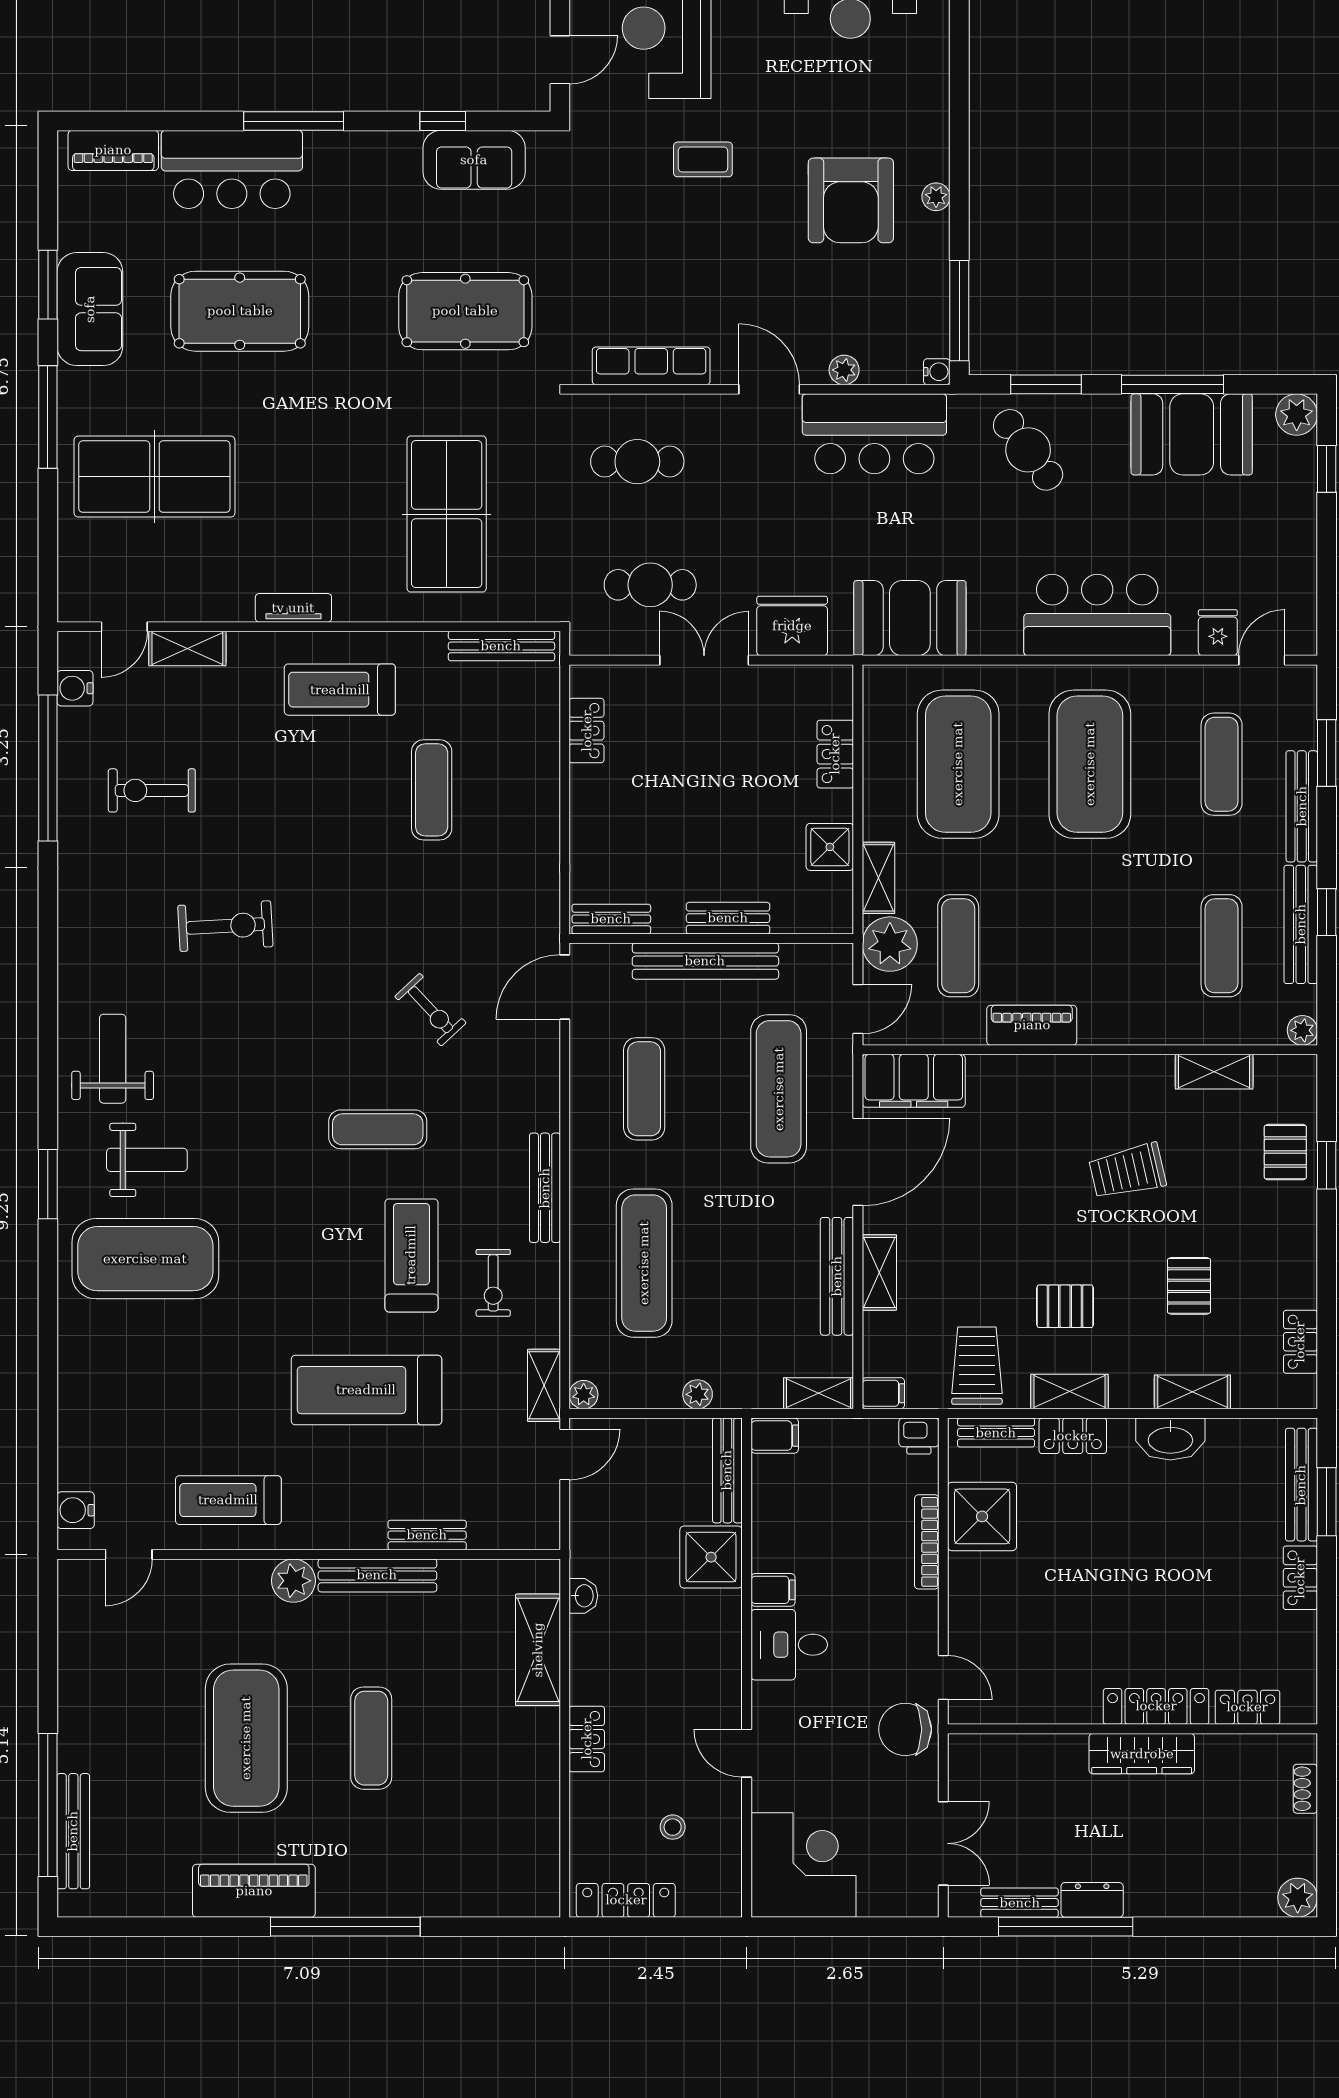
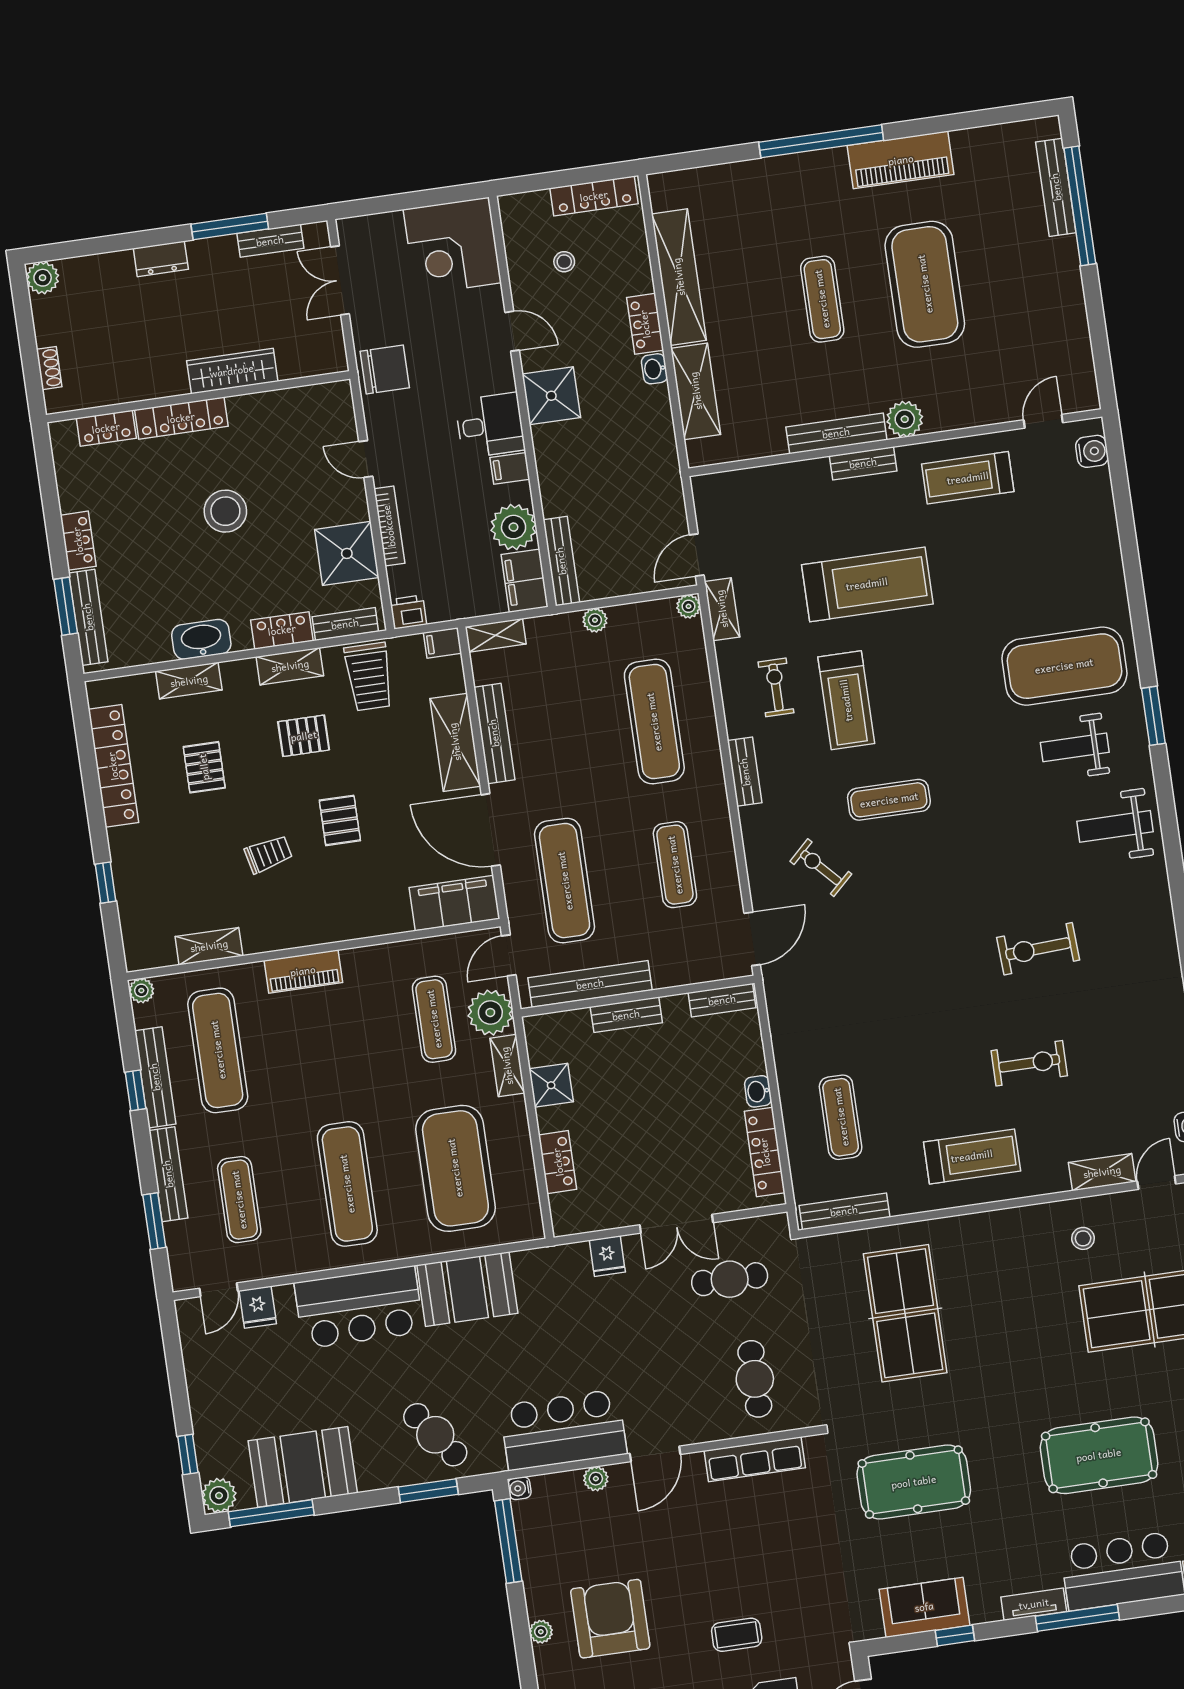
window: (1172, 384) -> (271, 1513), moved
door: (769, 389) -> (655, 1454), hinge flipped
cafe table: (637, 462) -> (755, 1379), turned 90
stool: (222, 573) -> (1083, 1238), added
tv unit: (293, 608) -> (1034, 1604), moved, turned 180
booth: (910, 618) -> (467, 1289), moved
fridge: (792, 626) -> (607, 1256), width x0.53, depth x0.75
locker: (587, 731) -> (765, 1152), width x1.53
exercise mat: (1090, 764) -> (347, 1184), width x0.68
exercise bike: (152, 790) -> (1029, 1063), moved
exercise mat: (432, 790) -> (841, 1117), moved
washbasin: (584, 804) -> (758, 1091), added
exercise mat: (1222, 946) -> (218, 1050), width x1.36, depth x1.45
bench: (705, 961) -> (590, 984), moved
exercise bike: (430, 1010) -> (821, 868), moved
piano: (1032, 1025) -> (303, 971), moved
weight bench: (113, 1059) -> (1115, 826), turned 90
pallet: (1285, 1152) -> (340, 820), moved
door: (858, 1162) -> (491, 830), hinge flipped
trolley: (1127, 1171) -> (268, 854), width x0.73, depth x0.72
bench: (545, 1188) -> (745, 772), width x0.73
shelving: (879, 1272) -> (455, 742), width x1.50, depth x1.33
locker: (1300, 1342) -> (113, 766), width x2.16, depth x1.21
filing cabinet: (775, 1436) -> (525, 581), width x2.00
treadmill: (228, 1500) -> (968, 478), turned 180
plant: (779, 1519) -> (514, 527), added
bench: (427, 1535) -> (863, 463), moved
shower: (711, 1557) -> (551, 396), moved
stool: (1120, 1588) -> (225, 511), added
washbasin: (583, 1596) -> (654, 369), moved
door: (943, 1678) -> (366, 459), moved
wardrobe: (1142, 1754) -> (232, 371), moved
shelving: (538, 1789) -> (679, 277), added
dresser: (1092, 1900) -> (161, 259), moved
window: (1066, 1927) -> (230, 226), width x0.68

